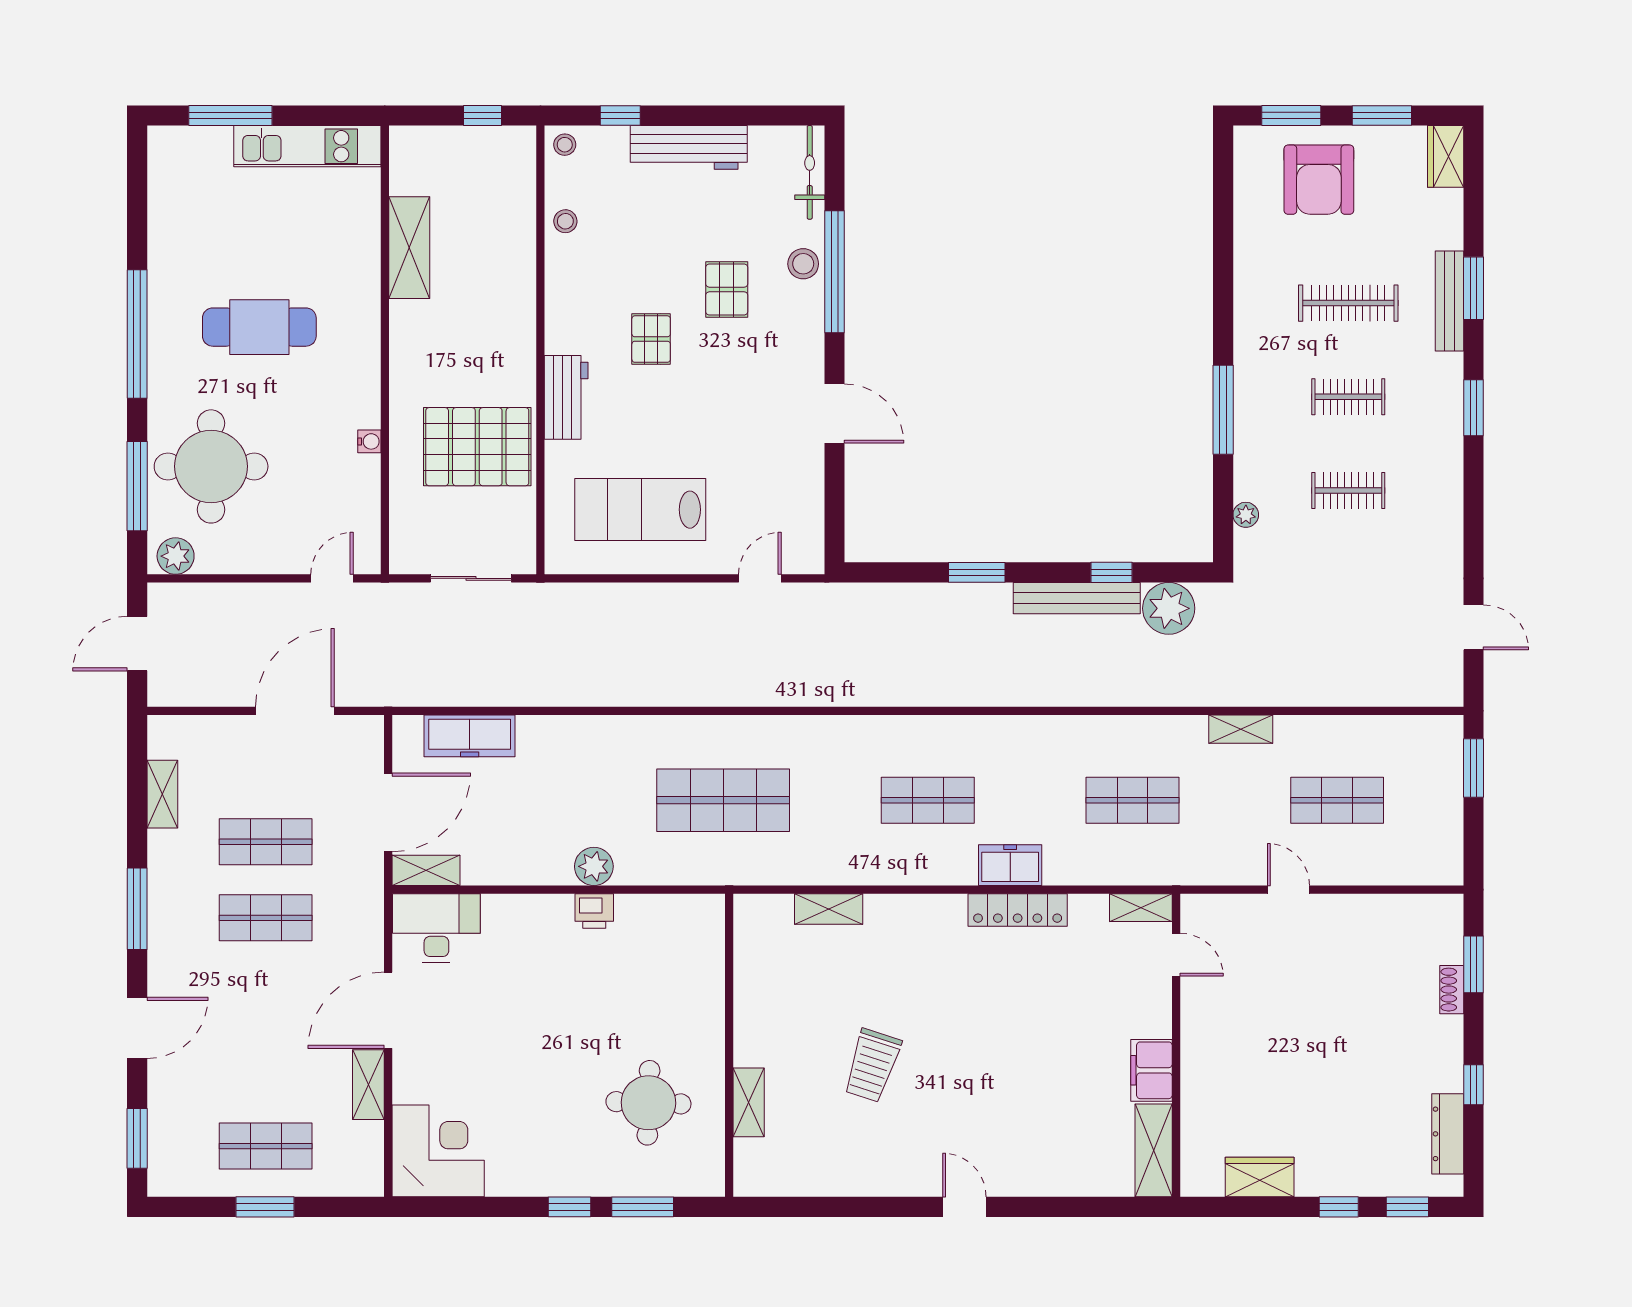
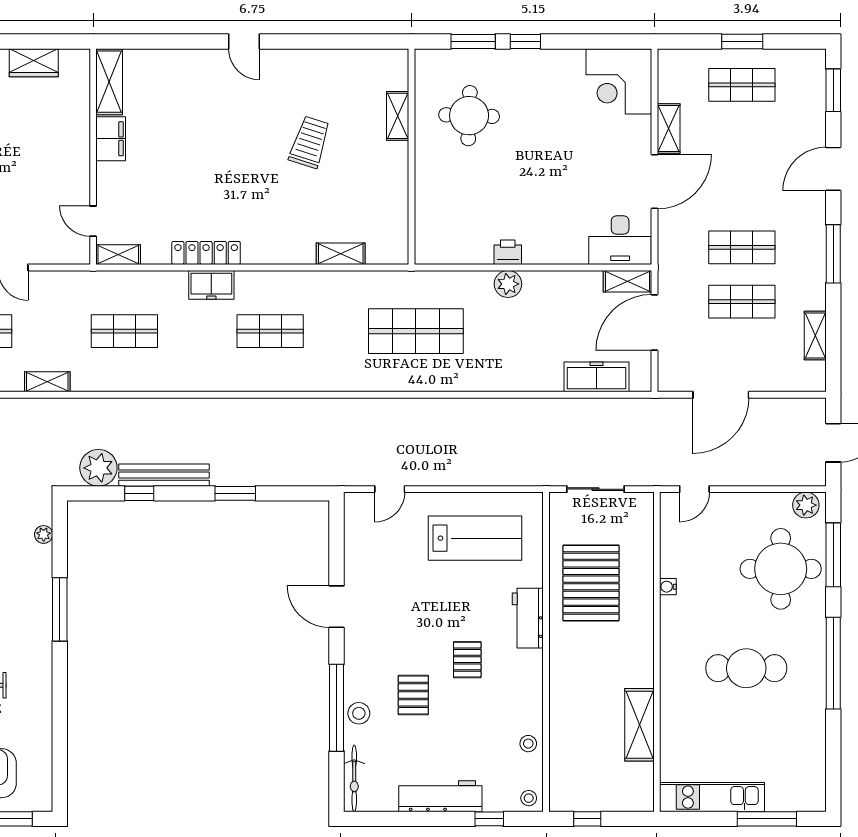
pallet: (477, 447) -> (591, 583), turned 90

